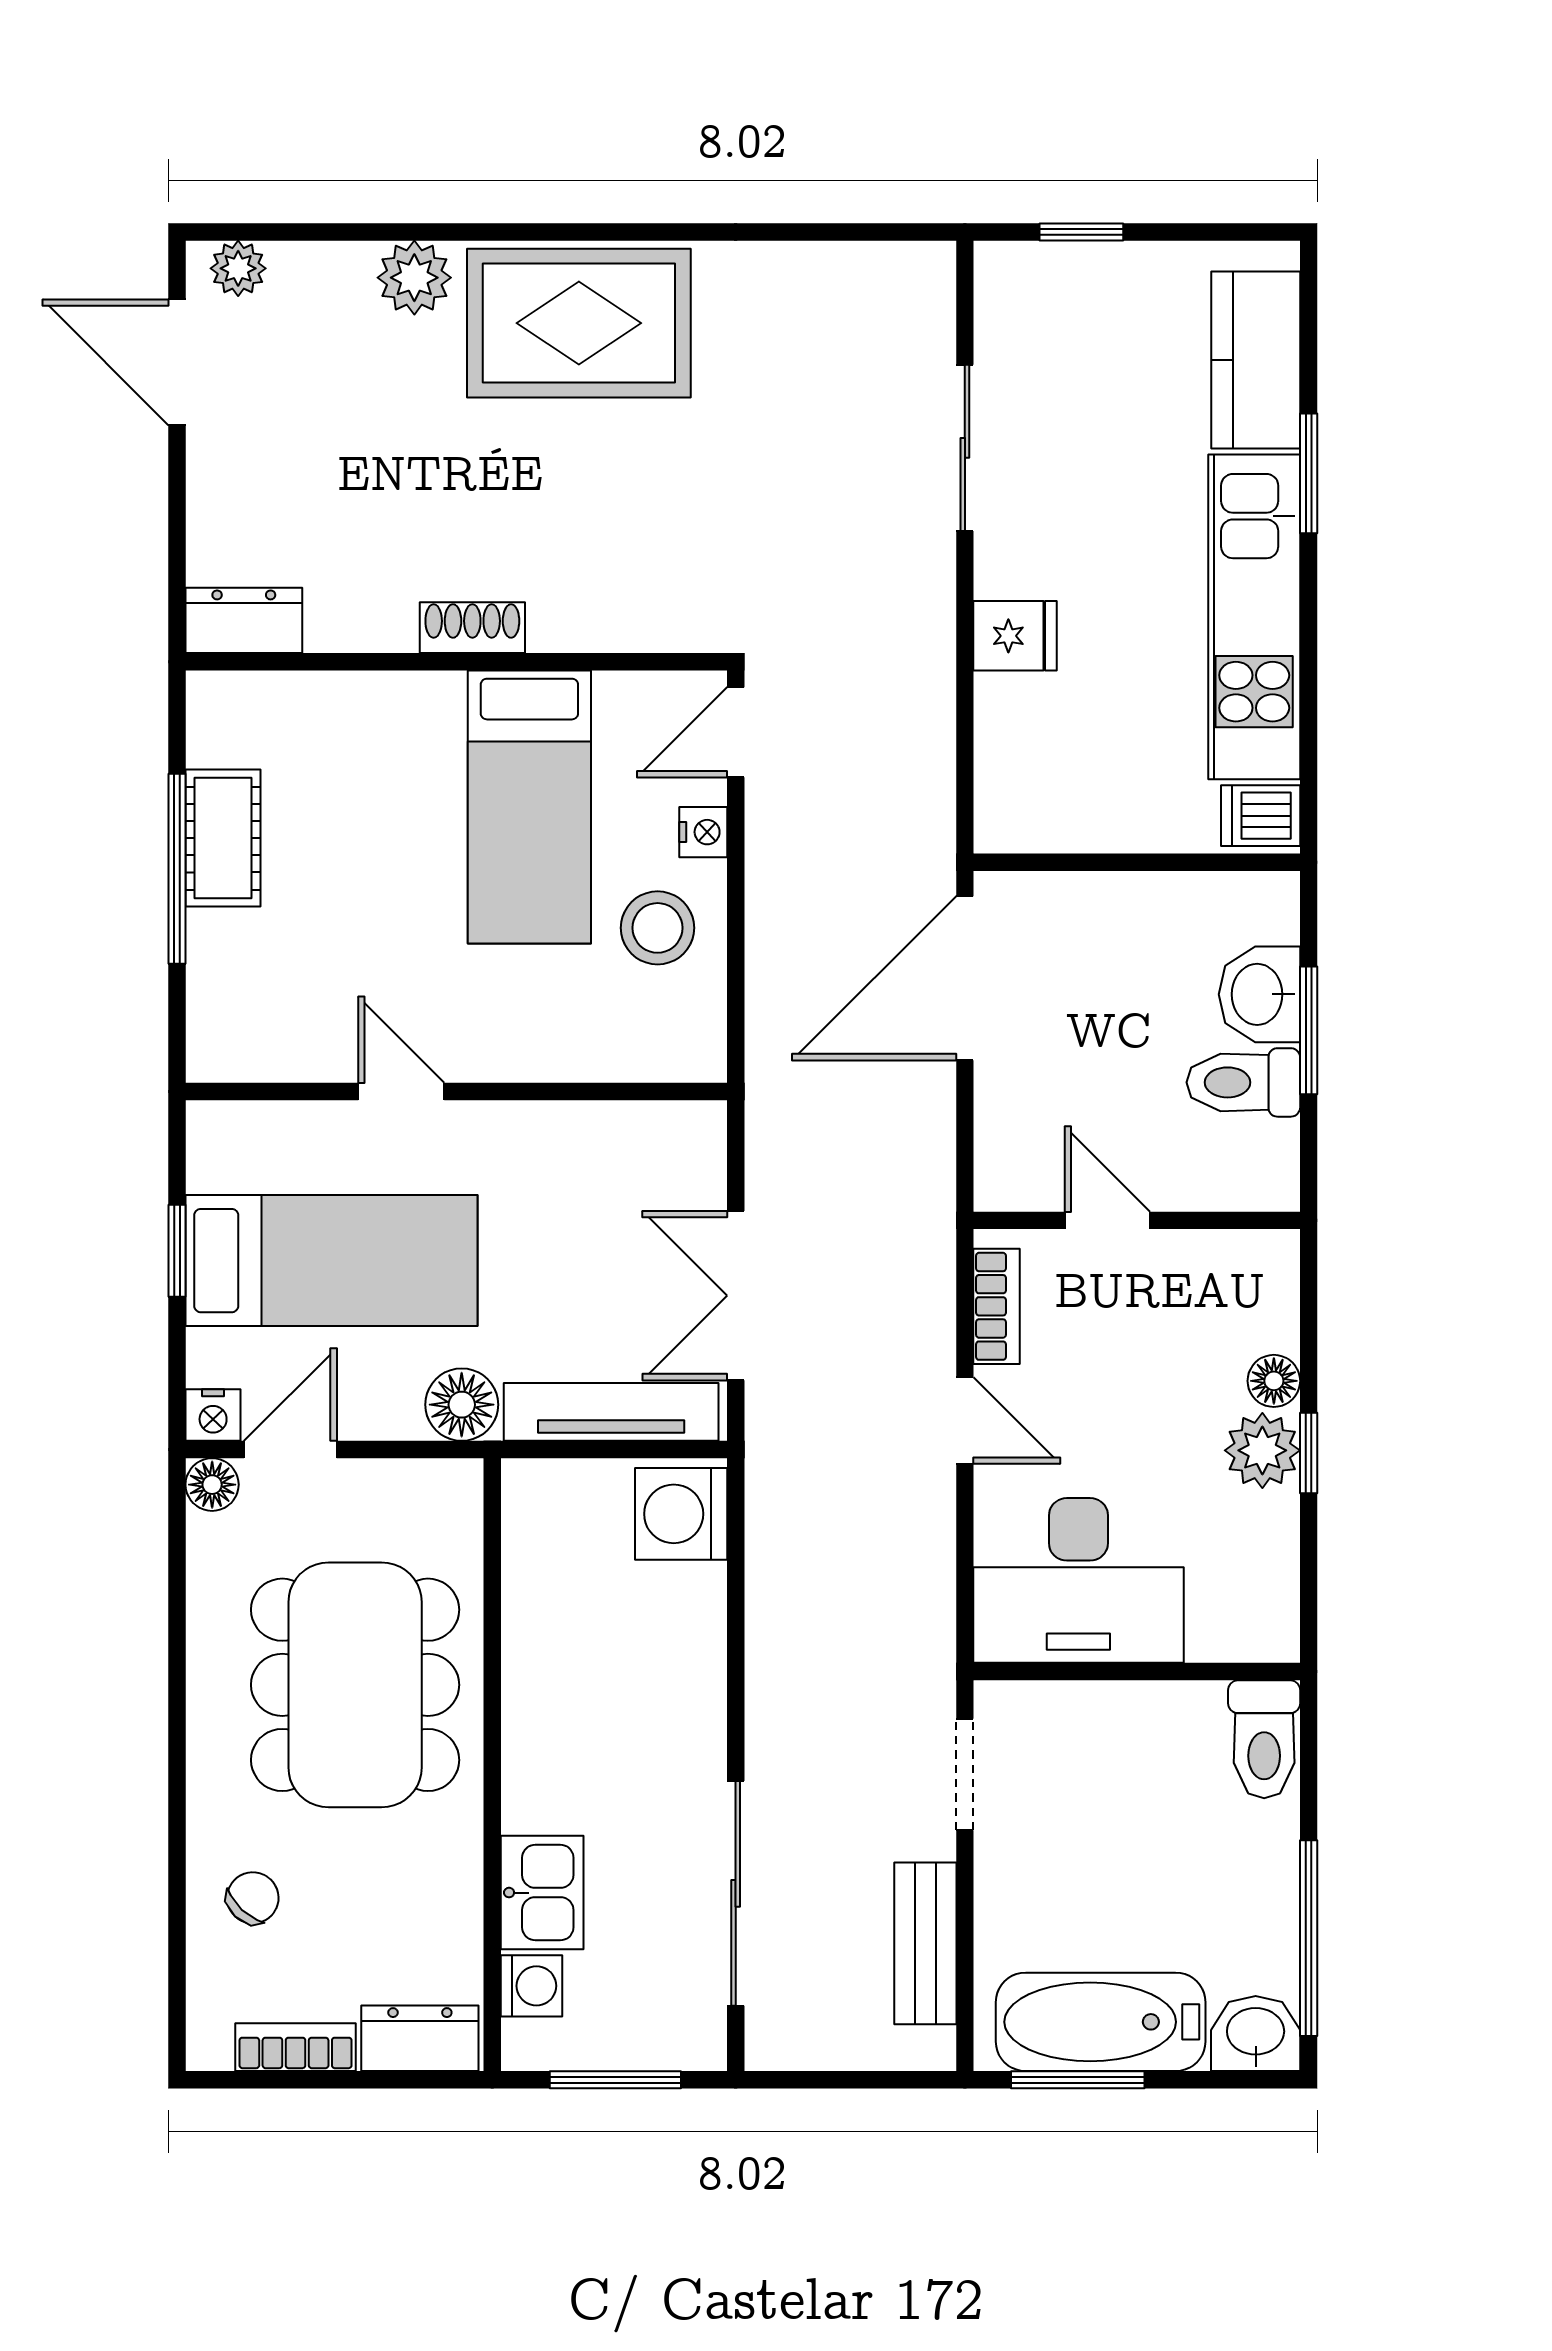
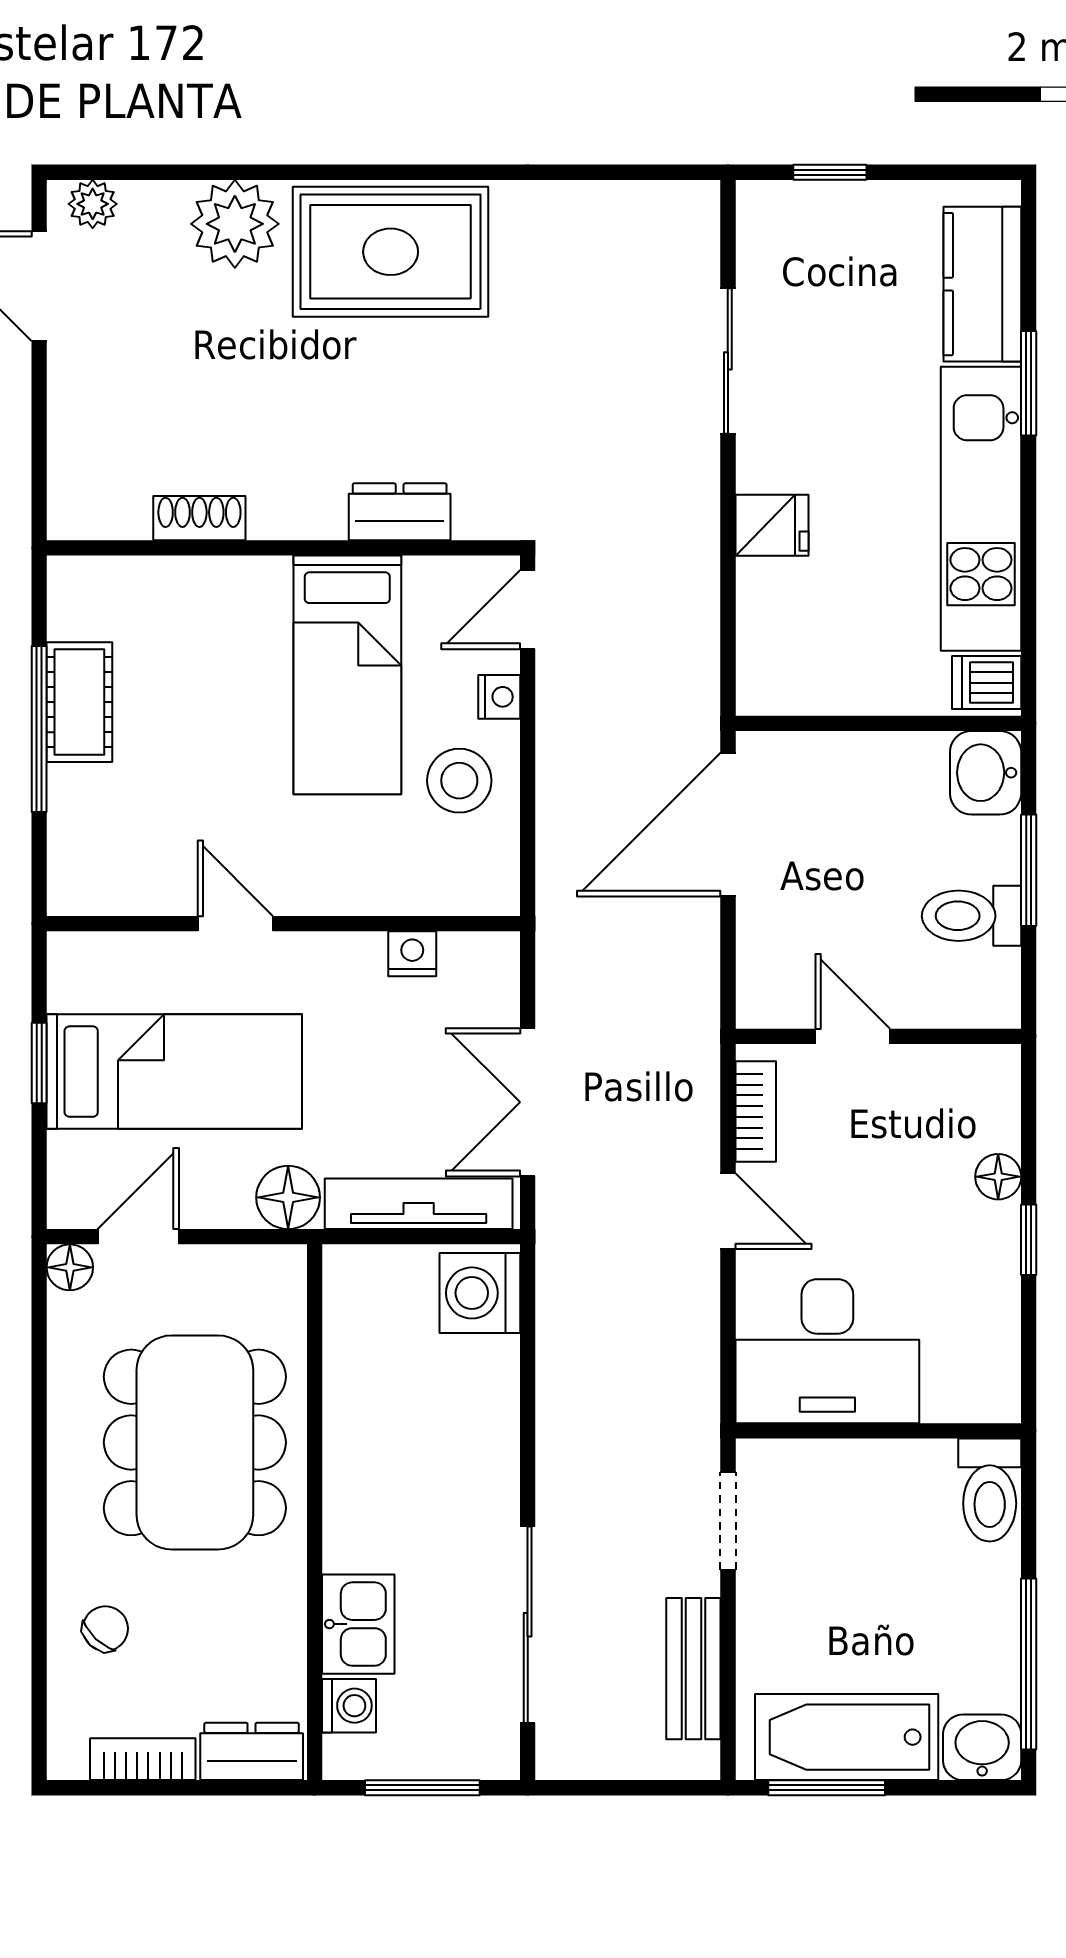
plant: (414, 278) -> (235, 224), width x1.36, depth x1.36
dresser: (244, 620) -> (400, 512), moved
shoe rack: (472, 628) -> (199, 518), moved
washbasin: (1259, 994) -> (986, 773), moved
nightstand: (213, 1415) -> (412, 954), moved, turned 180
plant: (1262, 1450) -> (988, 1238), removed

